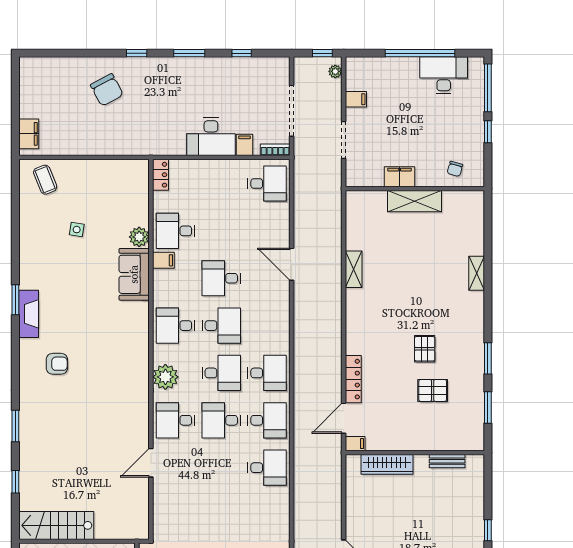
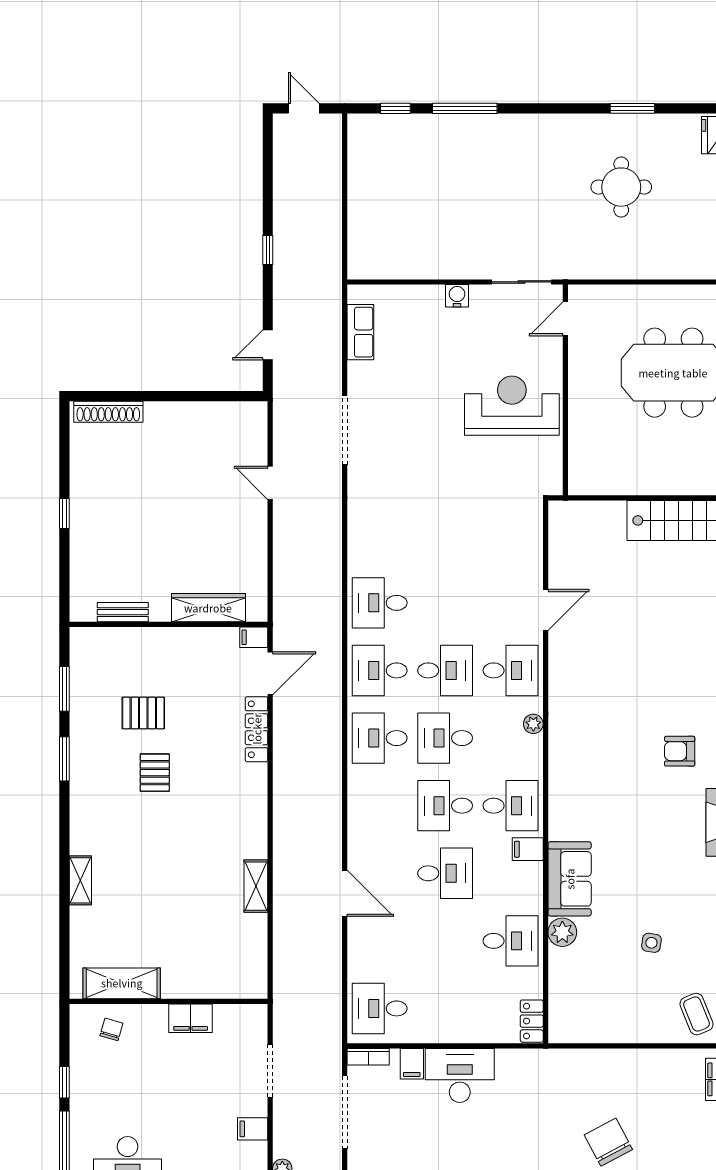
shelving: (415, 201) -> (122, 983), moved
filing cabinet: (163, 260) -> (528, 849), moved
plant: (165, 377) -> (533, 724), width x0.53, depth x0.53

